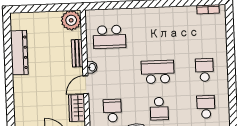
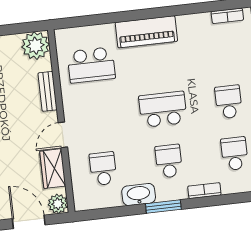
piano: (150, 16) -> (146, 32), added
washbasin: (92, 67) -> (70, 110), removed
school desk: (159, 109) -> (169, 161), turned 180

